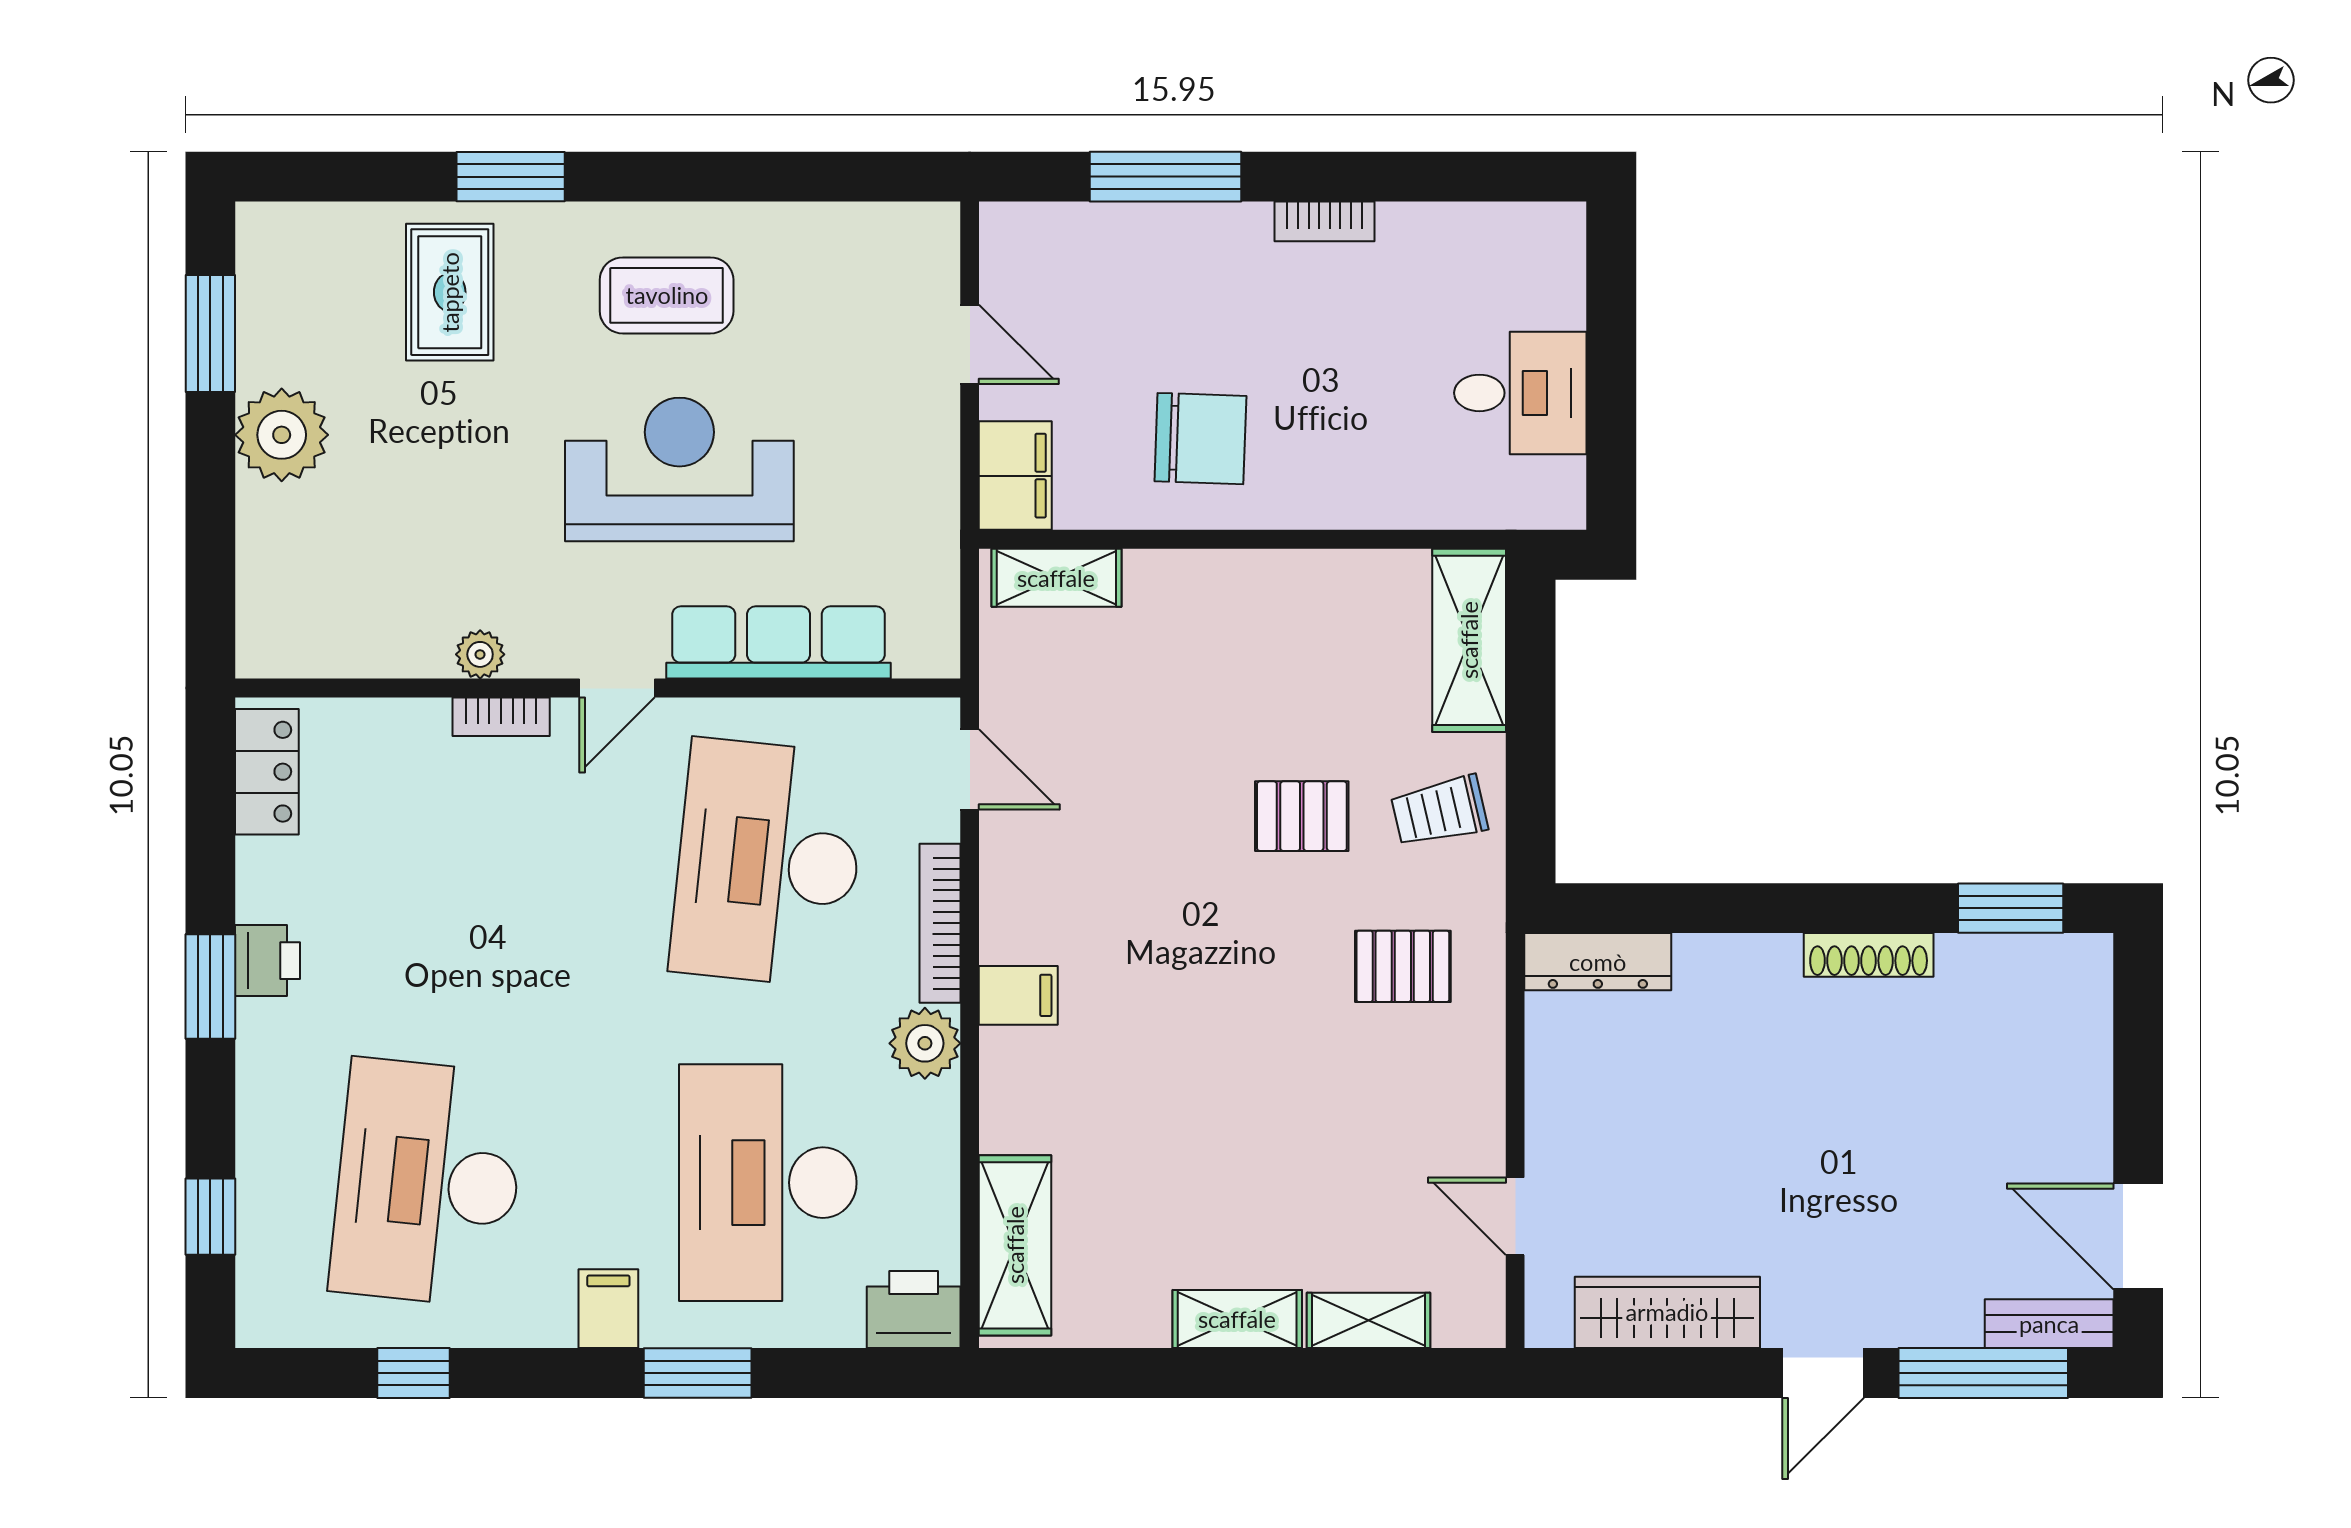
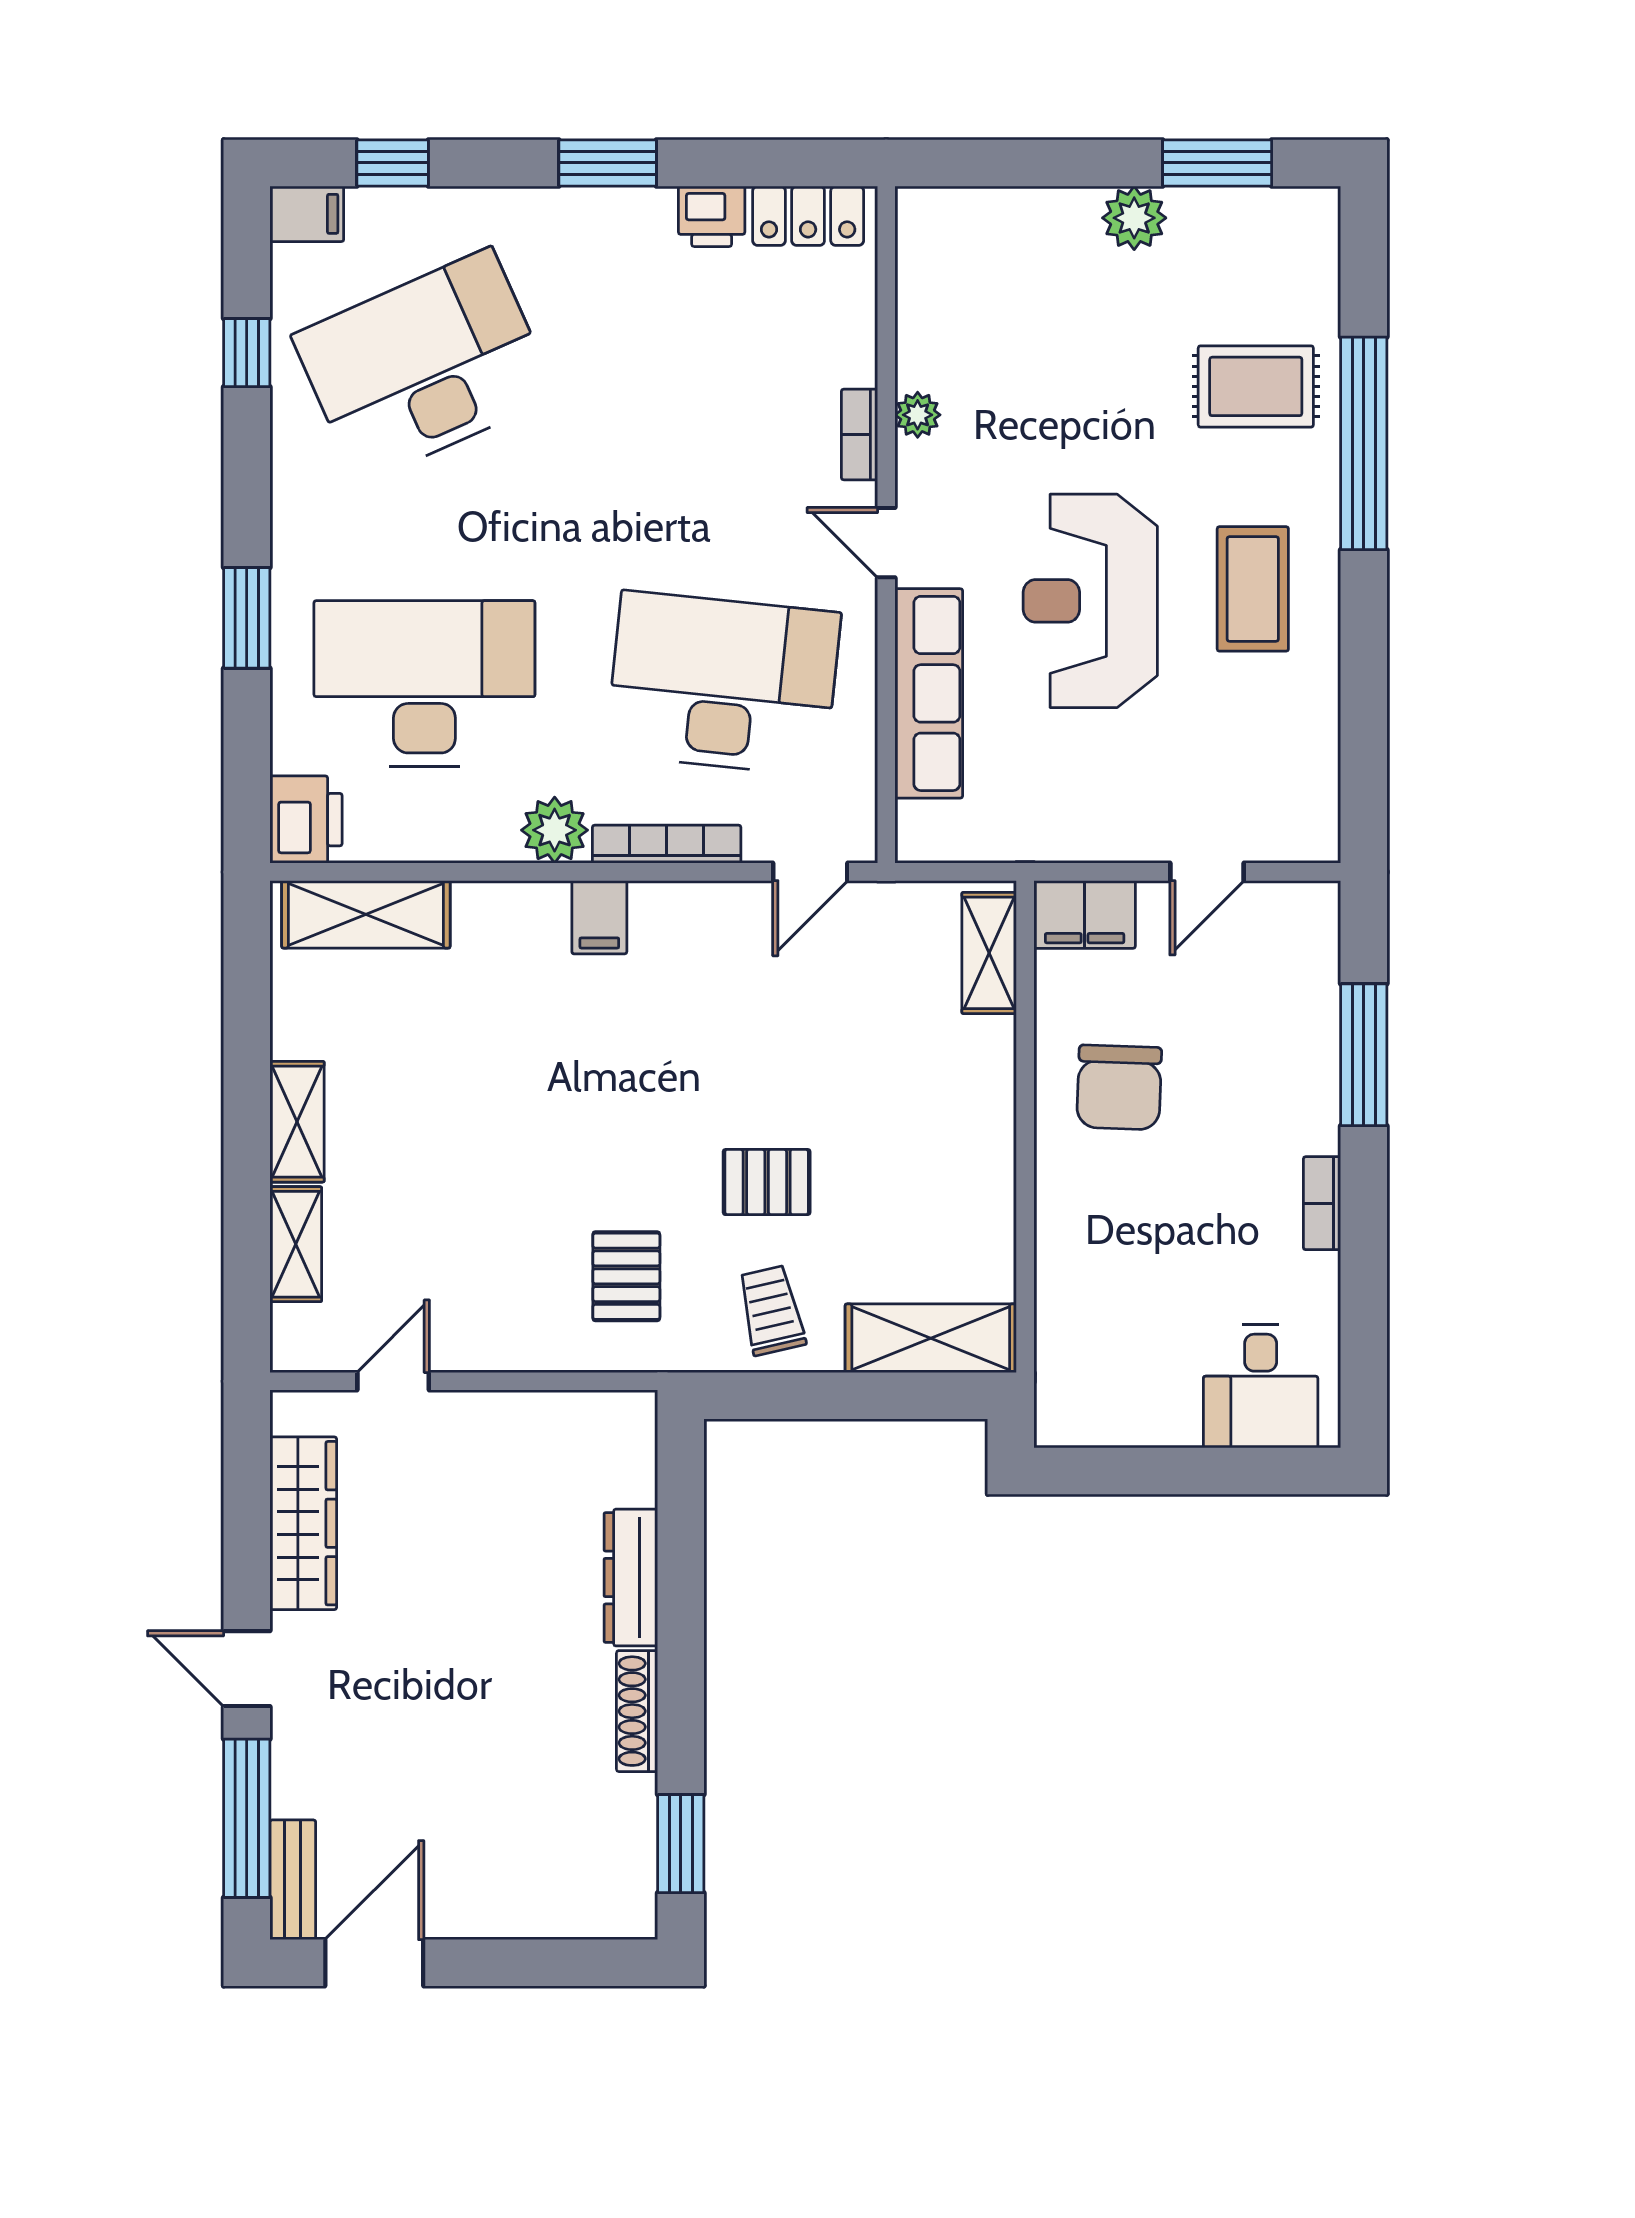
window: (511, 177) -> (1364, 443), width x2.11
desk: (1520, 393) -> (1261, 1386), moved
plant: (282, 435) -> (1134, 218), width x0.73, depth x0.73
reception desk: (679, 469) -> (1090, 601), turned 180
pallet: (1302, 816) -> (767, 1182), turned 90
printer: (267, 961) -> (712, 216), moved
dresser: (1598, 962) -> (631, 1578), moved
desk: (428, 1183) -> (424, 366), turned -30
filing cabinet: (608, 1309) -> (307, 214), moved

